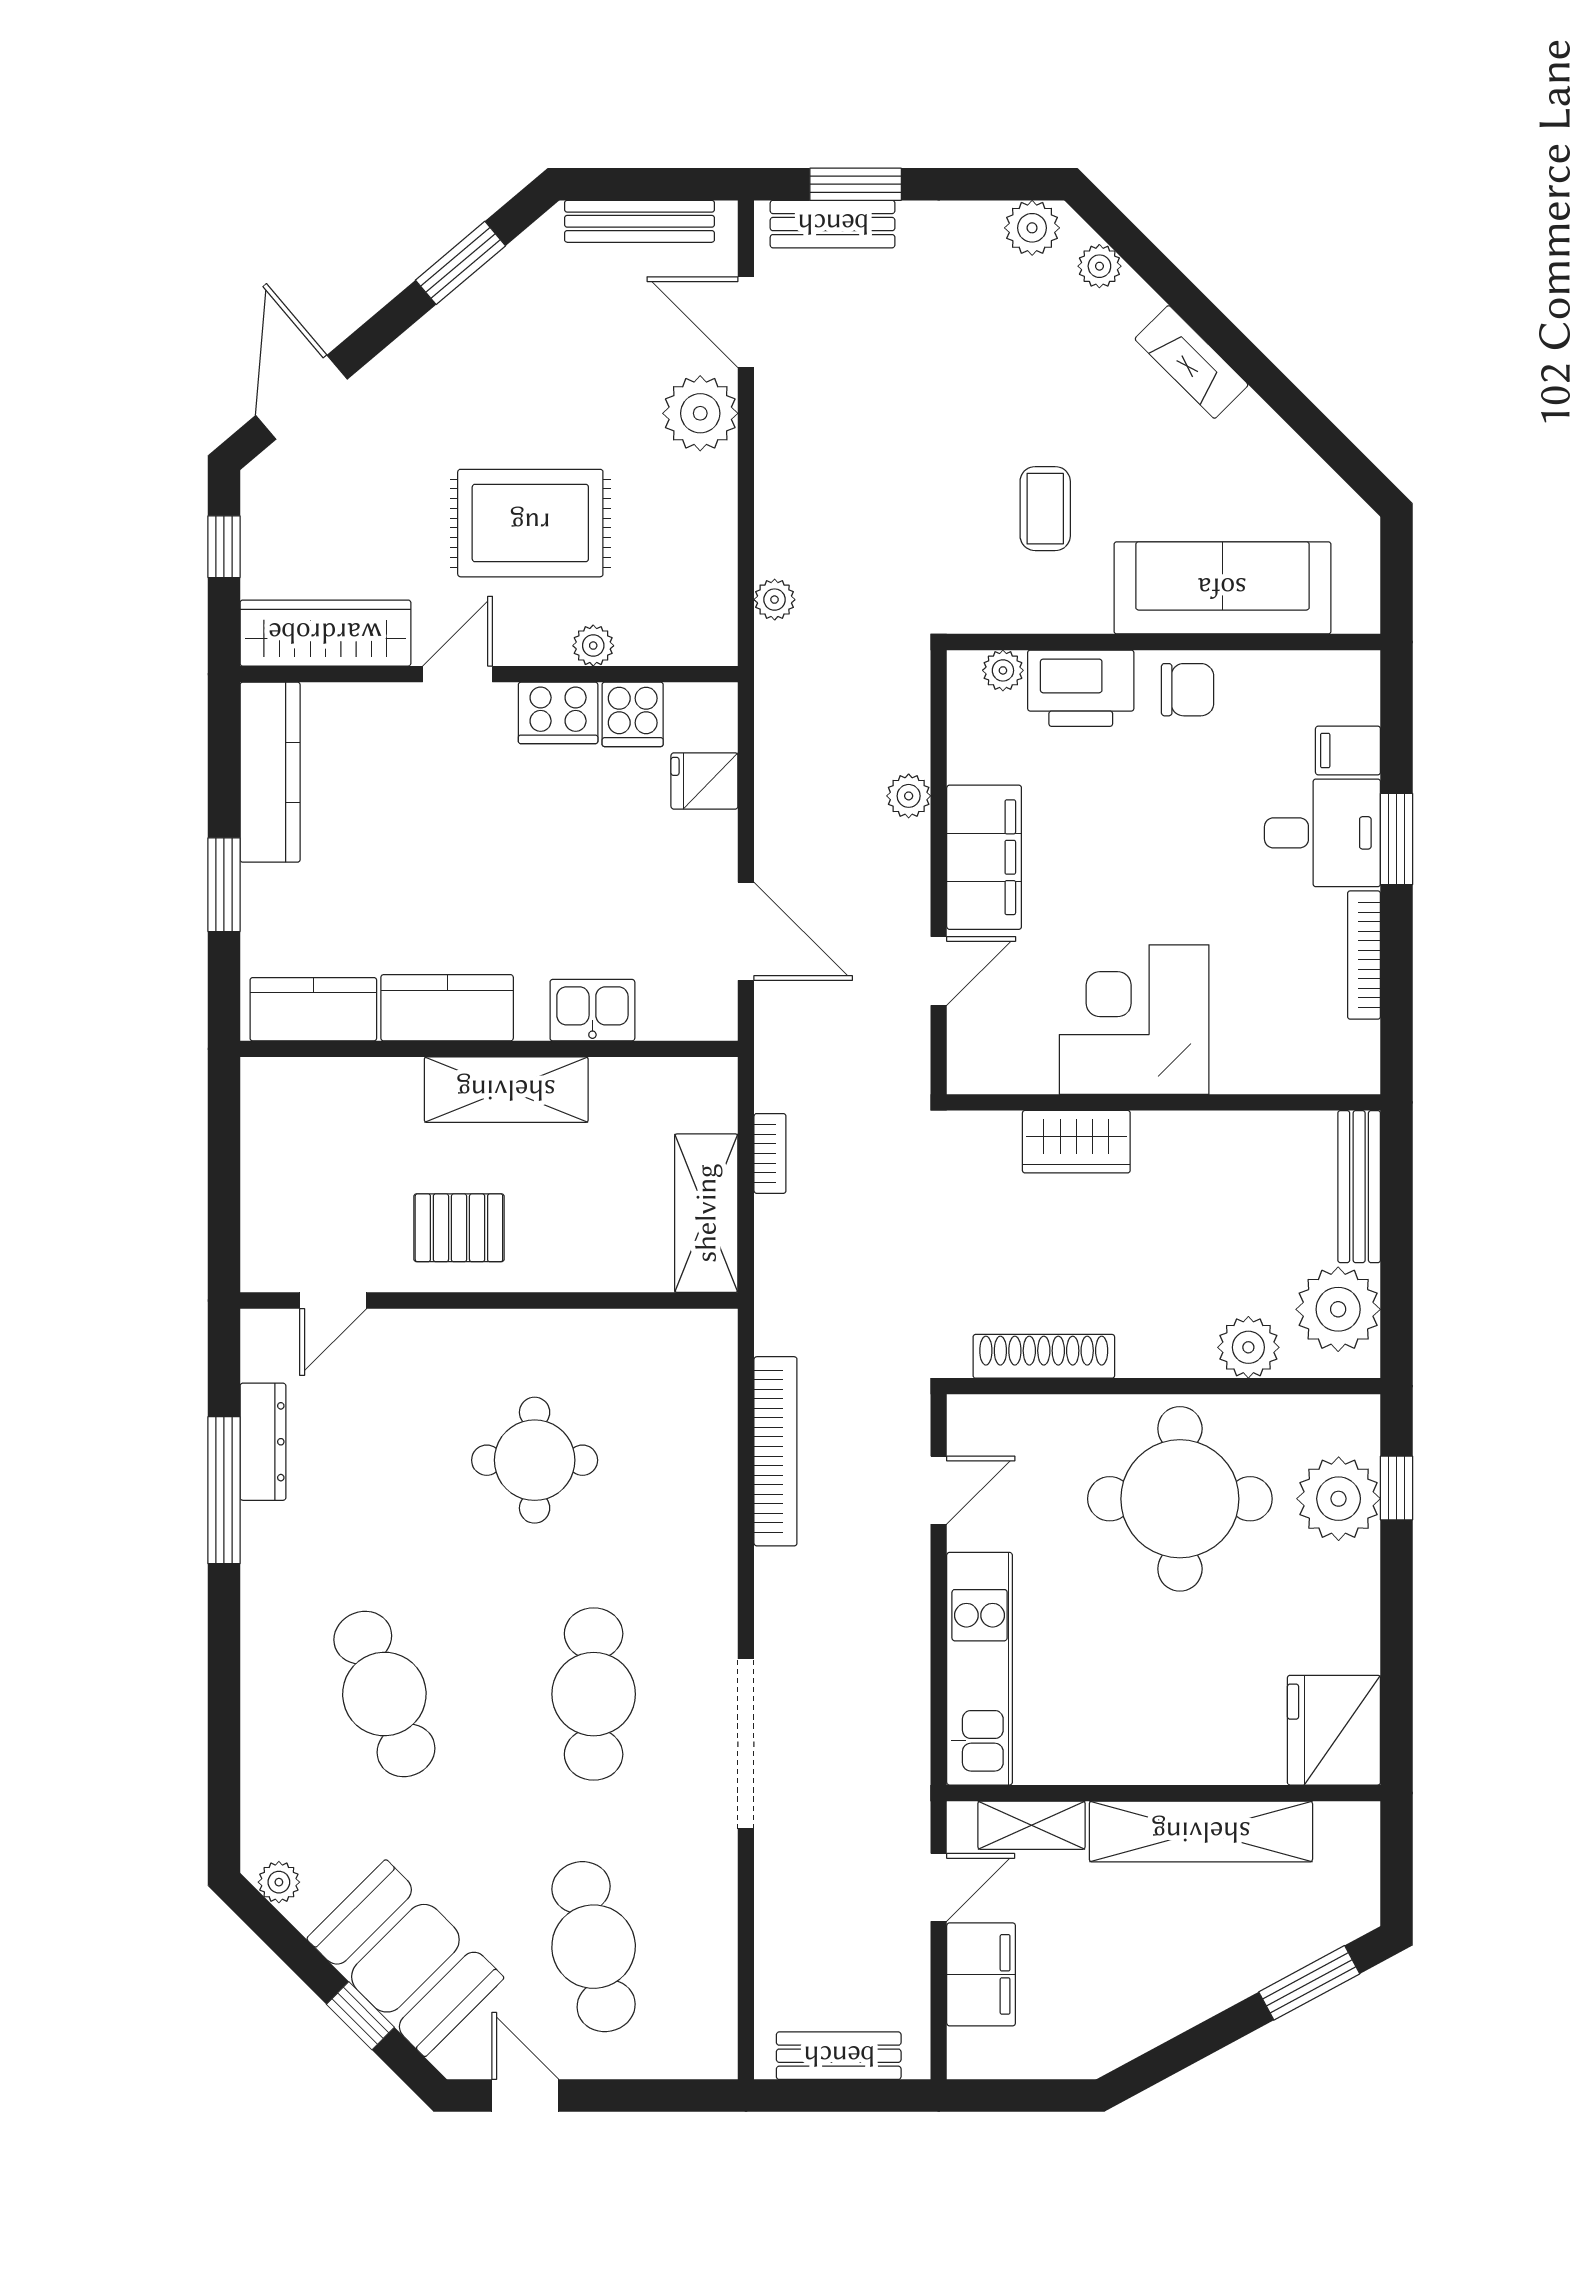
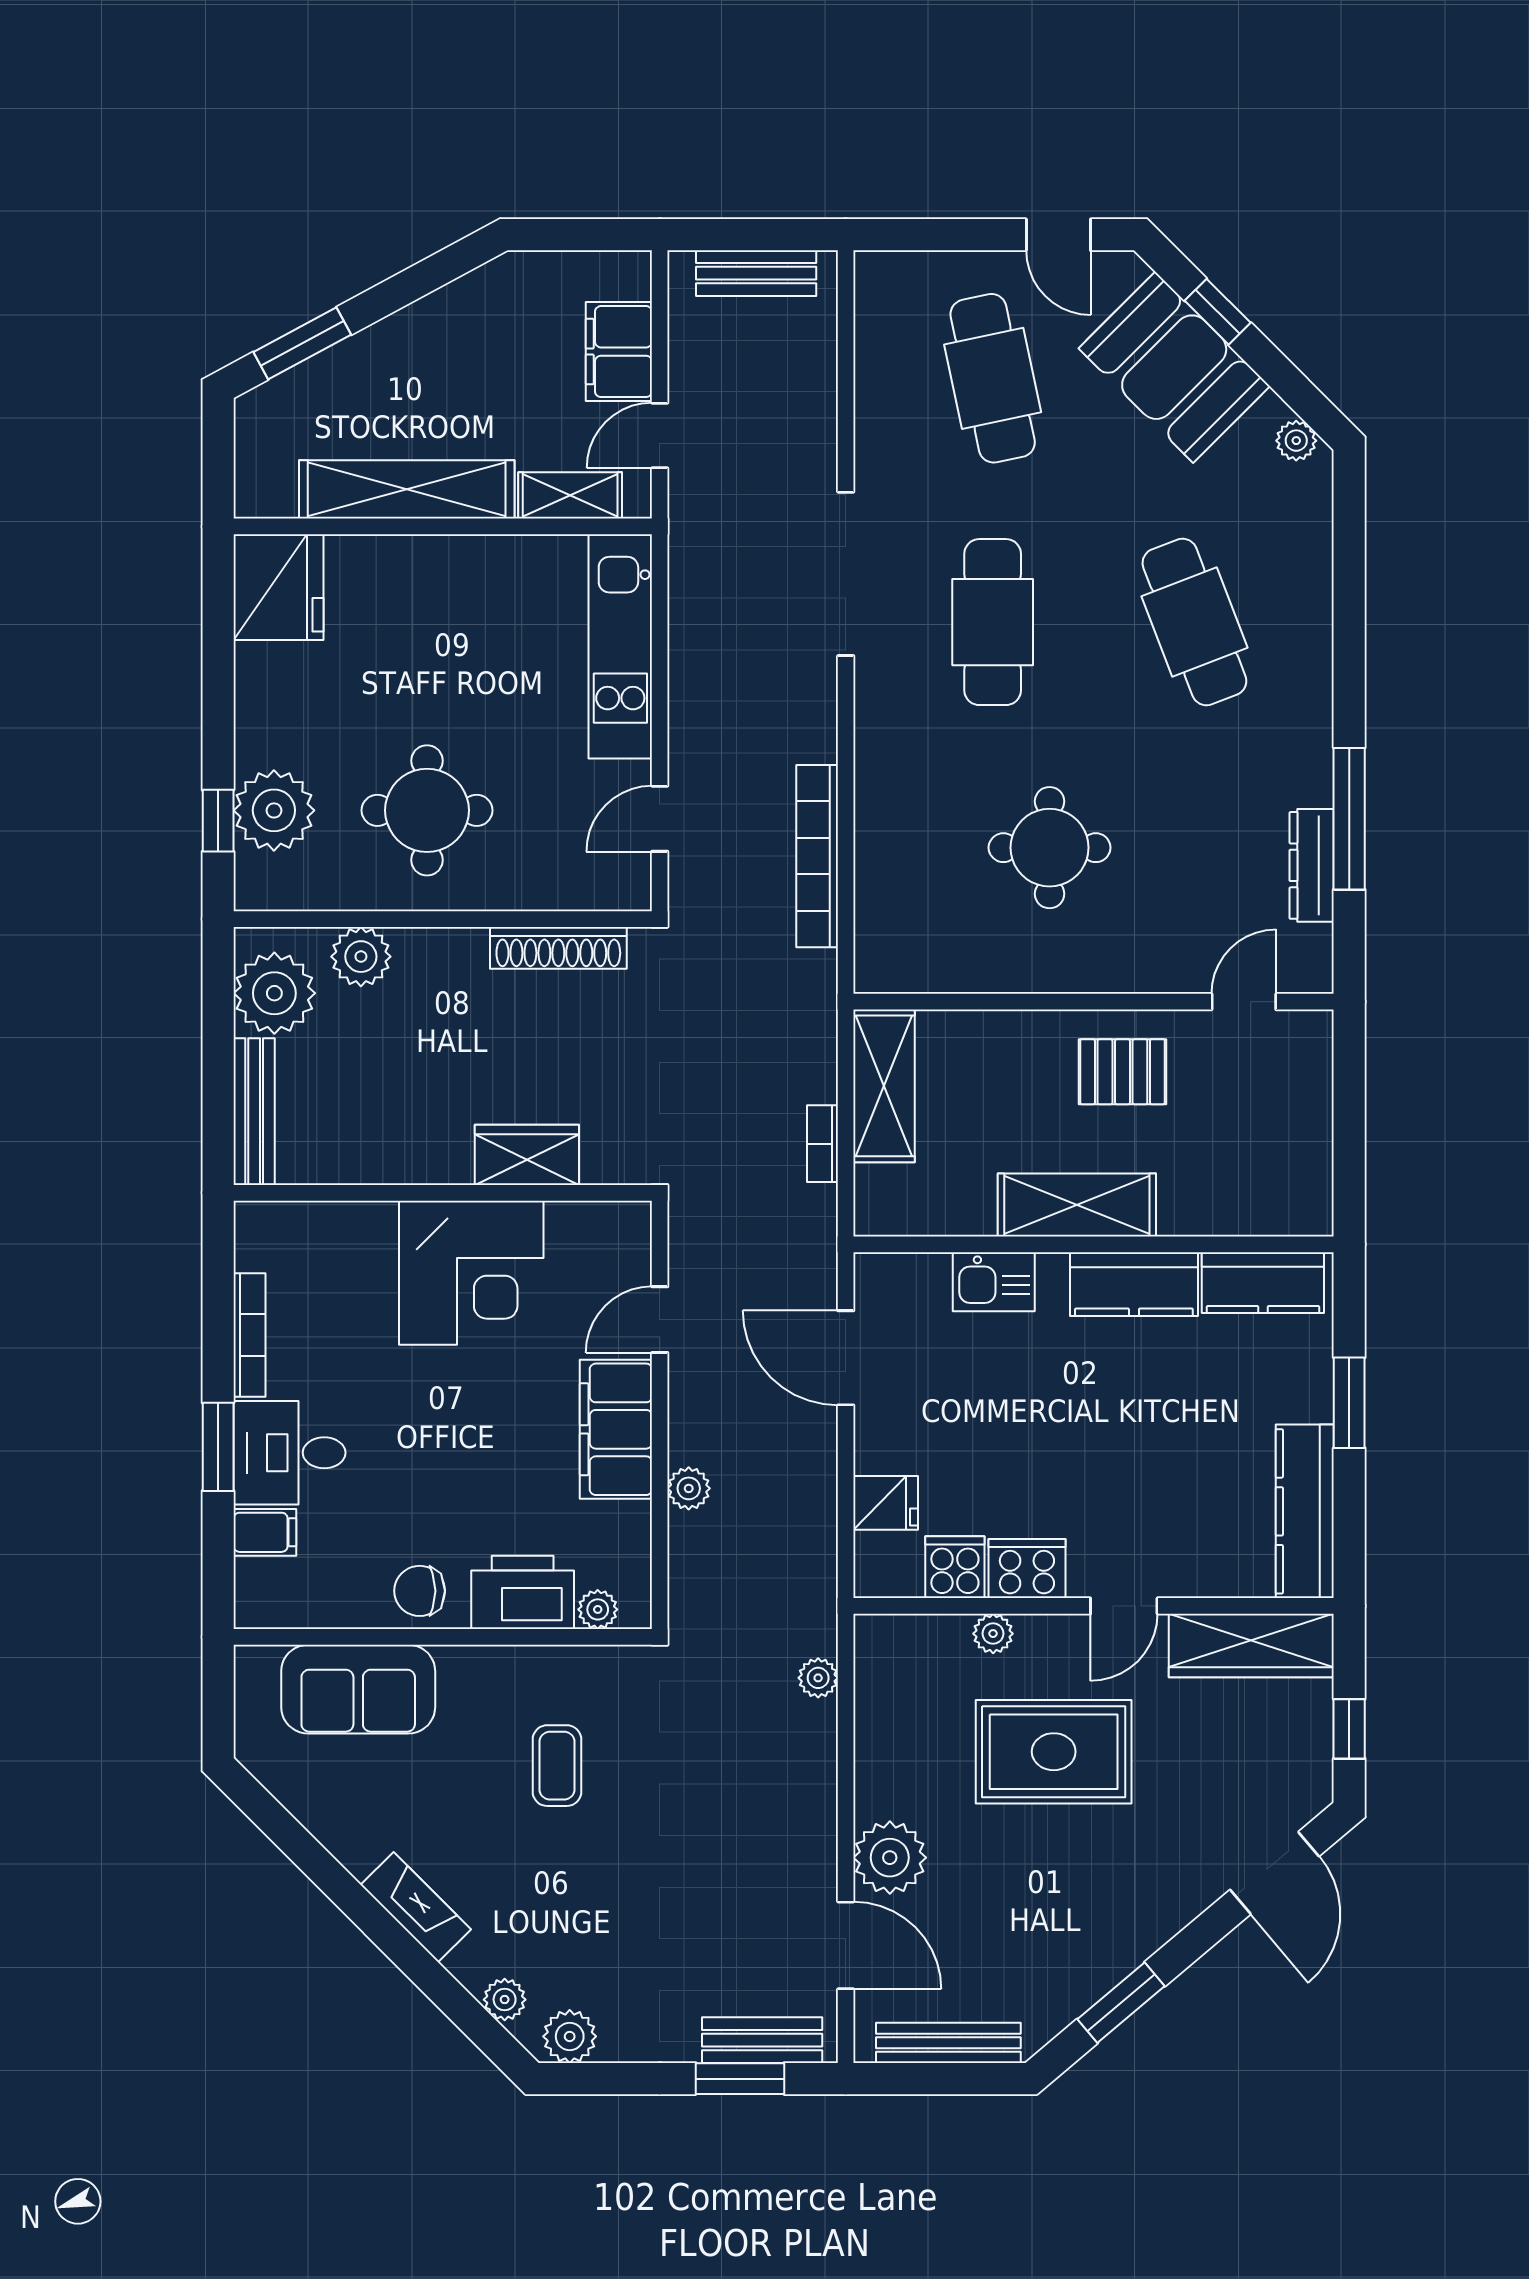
sofa: (1222, 588) -> (358, 1689), width x0.73
round table: (1180, 1499) -> (427, 810), width x0.73, depth x0.73

